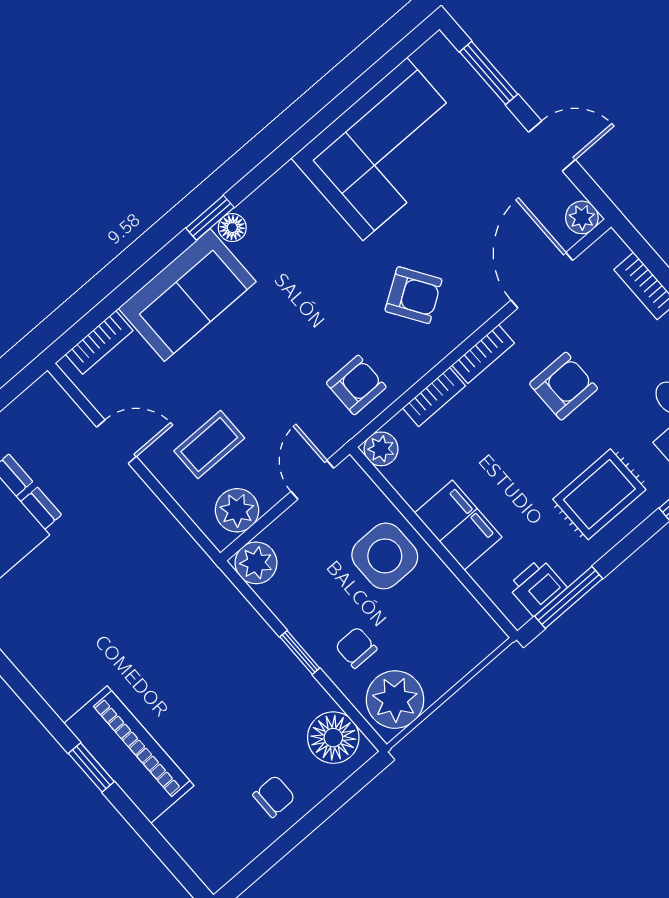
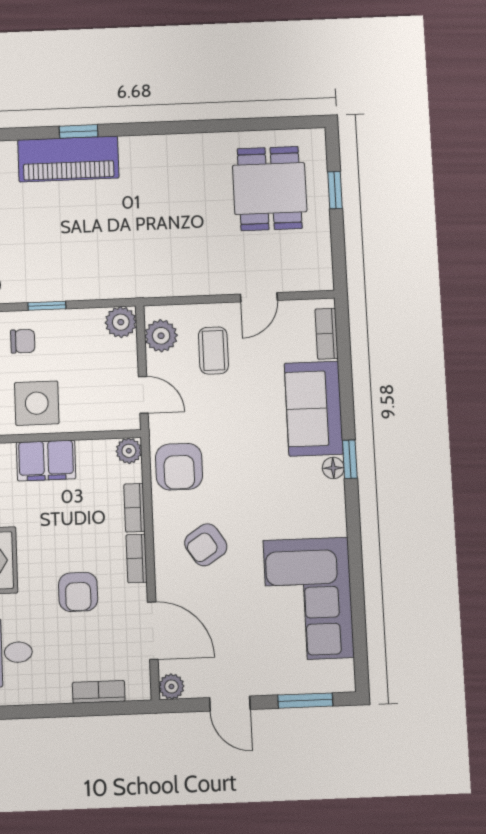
door: (552, 146) -> (230, 704), hinge flipped
armchair: (356, 385) -> (179, 467), width x1.38, depth x1.38
side table: (385, 556) -> (37, 403), moved

